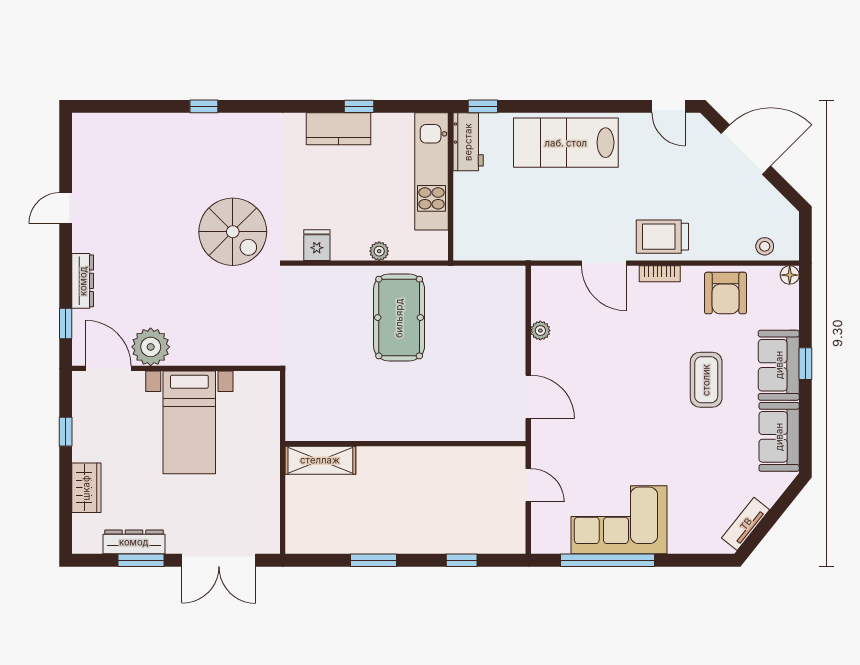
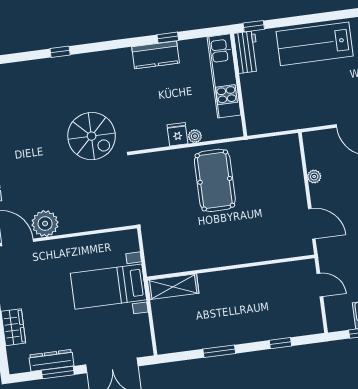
fridge: (317, 245) -> (177, 134), moved
bed with nightstands: (189, 422) -> (108, 287), moved, turned 90

